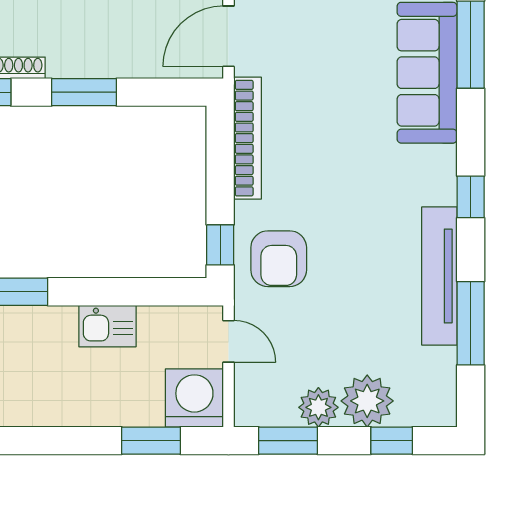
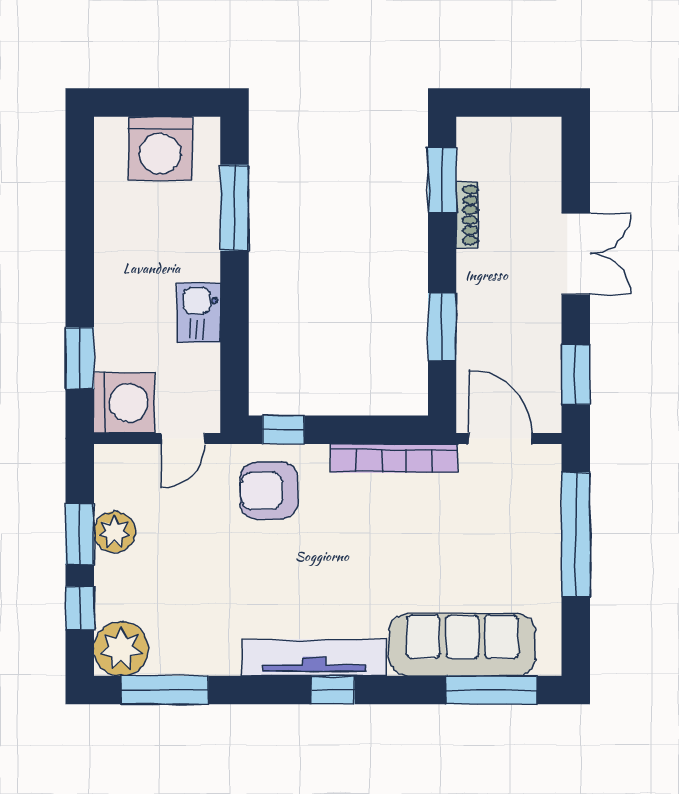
window: (84, 92) -> (442, 327), moved
tv unit: (439, 276) -> (314, 658), moved
window: (471, 323) -> (165, 690), moved
plant: (367, 401) -> (121, 649), moved
window: (288, 441) -> (80, 534), moved

